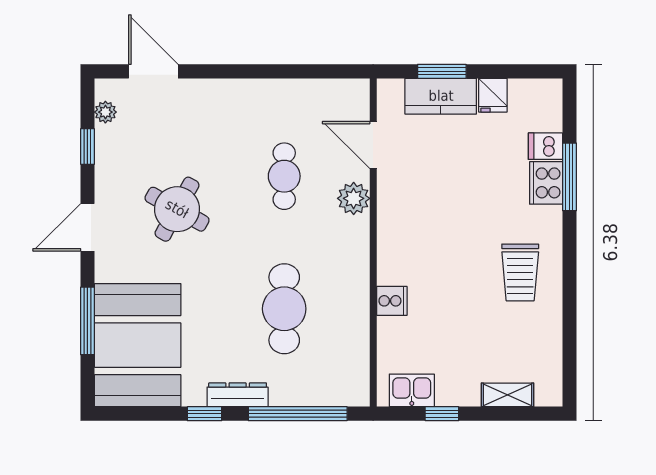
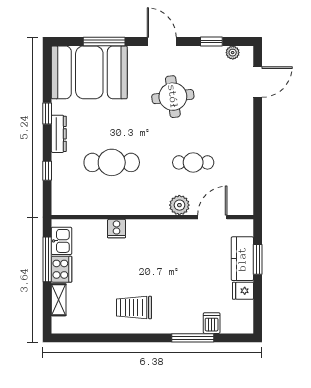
cooker: (546, 183) -> (62, 269), moved, turned 90
round table: (177, 209) -> (173, 97), turned -36
window: (298, 414) -> (47, 171), width x0.32
window: (442, 414) -> (47, 259), width x2.17

